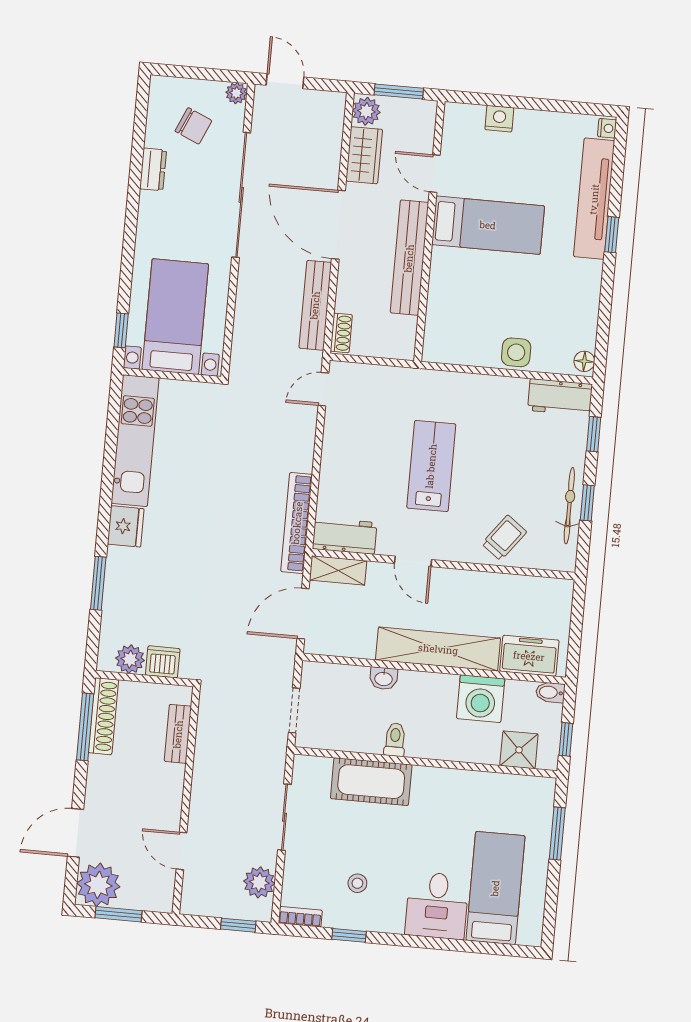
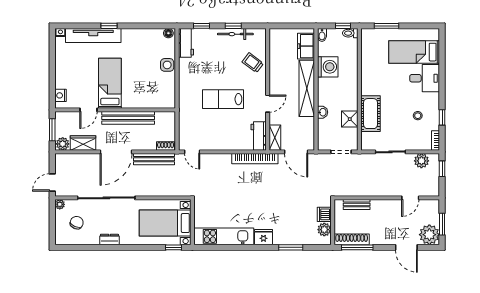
nightstand: (499, 119) -> (60, 95), moved
dresser: (153, 169) -> (109, 239), moved
toilet: (395, 740) -> (350, 33), moved
shower: (519, 750) -> (350, 119), moved

